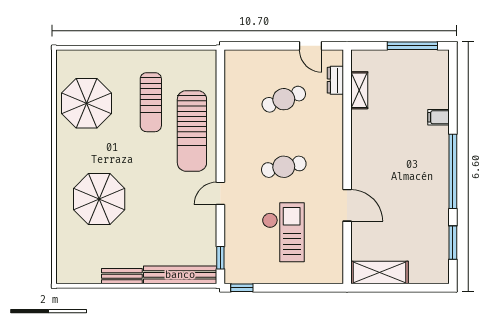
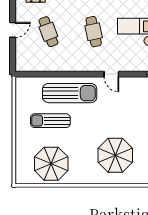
door: (311, 46) -> (13, 30), moved
sun lounger: (151, 102) -> (50, 121), turned 180

